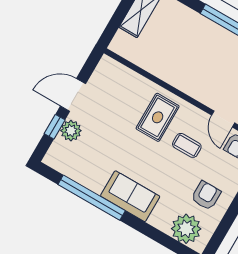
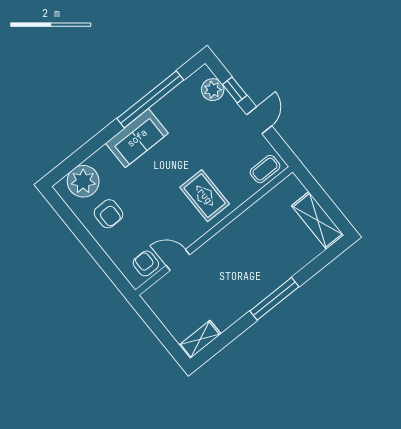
door: (73, 95) -> (259, 120), width x0.73
plant: (71, 131) -> (213, 90), moved
coffee table: (187, 145) -> (265, 169), moved

